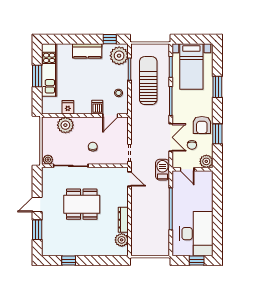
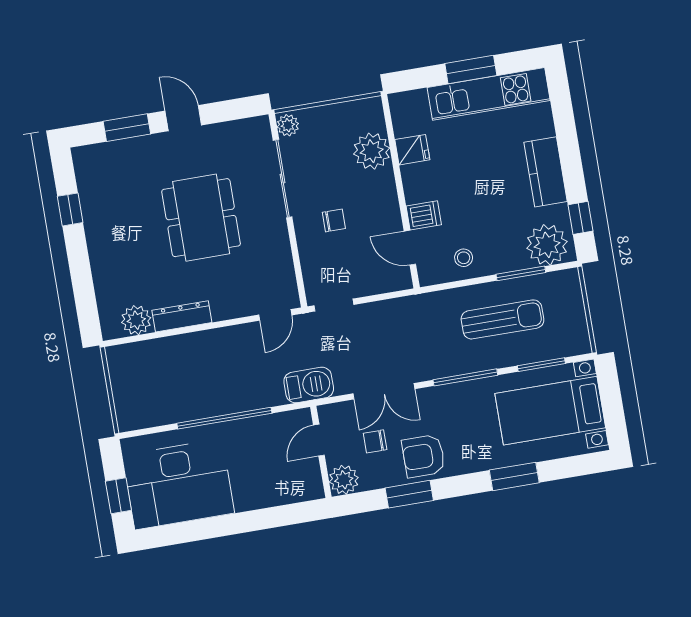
sun lounger: (148, 81) -> (502, 319), width x0.73, depth x0.75

